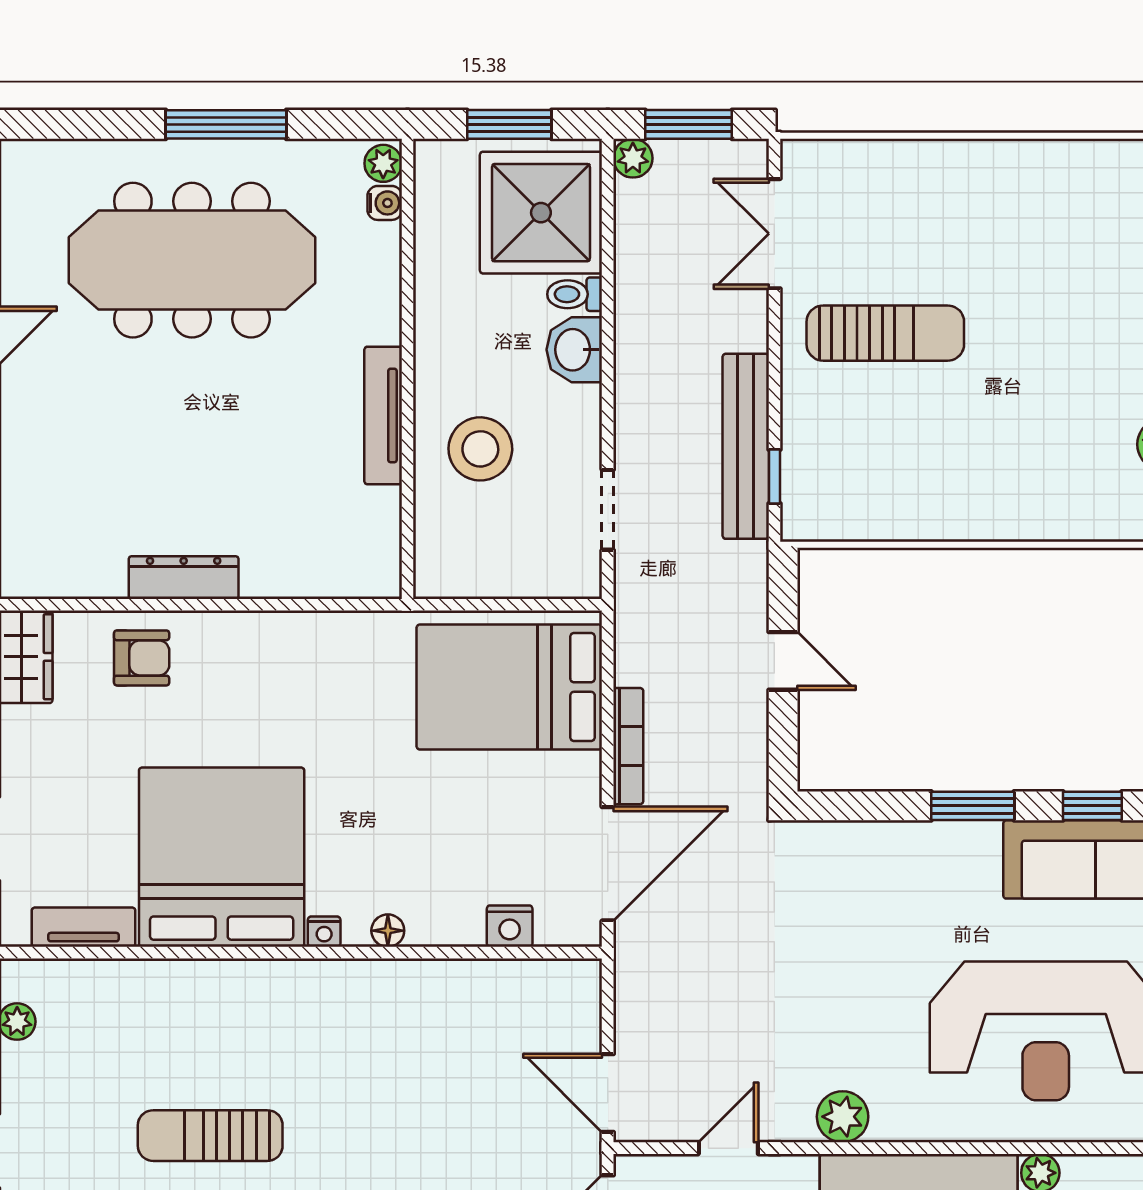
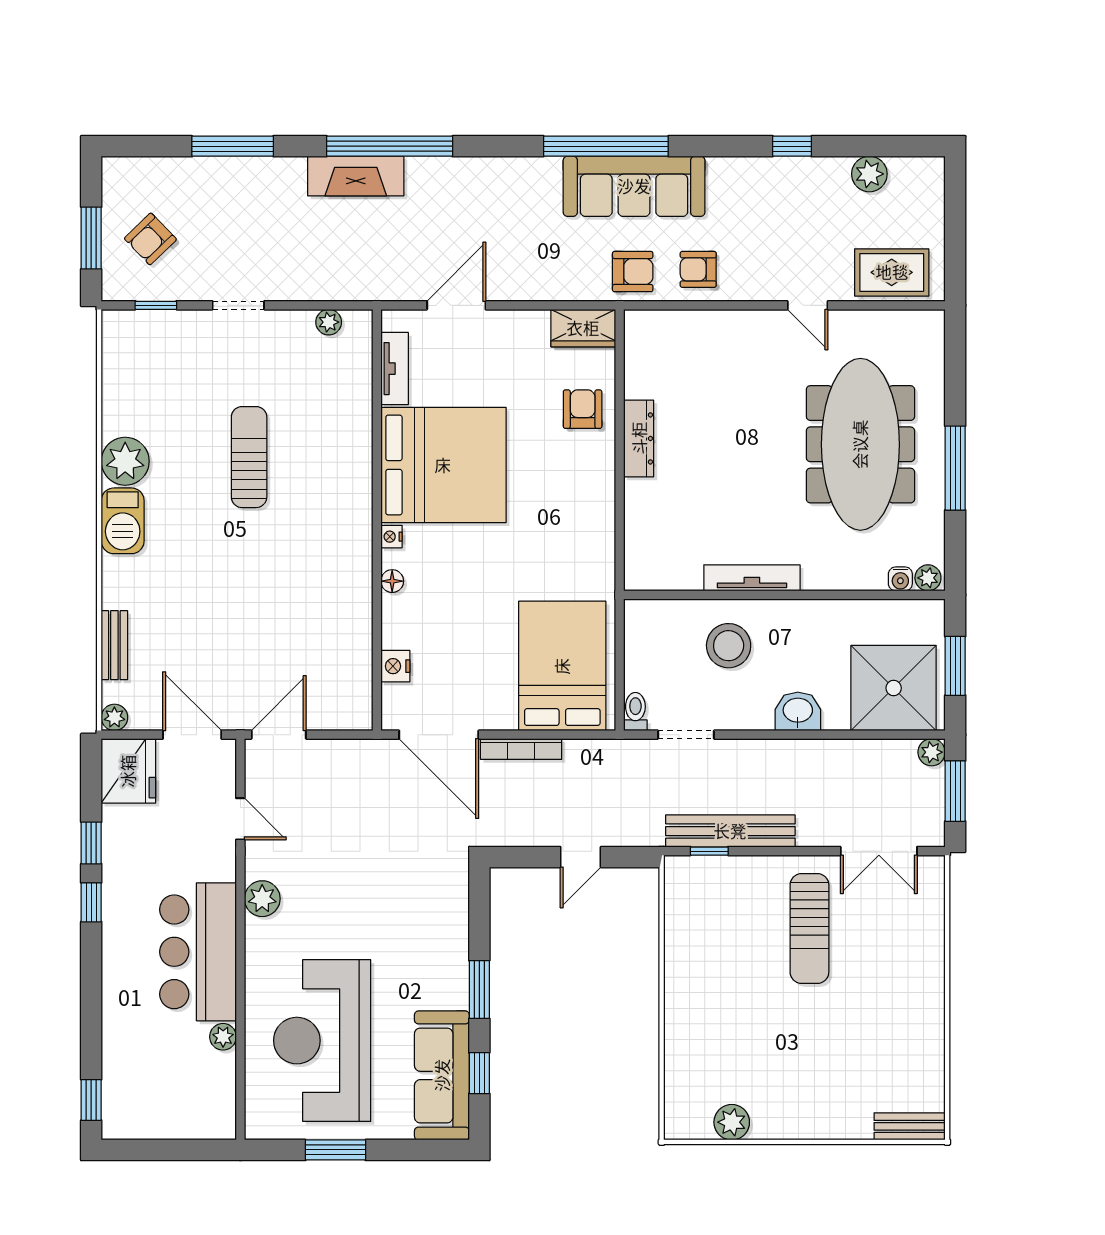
double door: (774, 234) -> (879, 851), swing flipped
toilet: (575, 294) -> (635, 712), moved
armchair: (142, 658) -> (583, 409), turned 180

